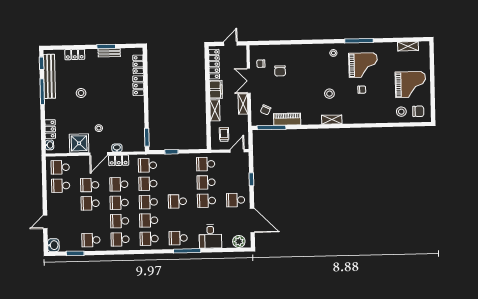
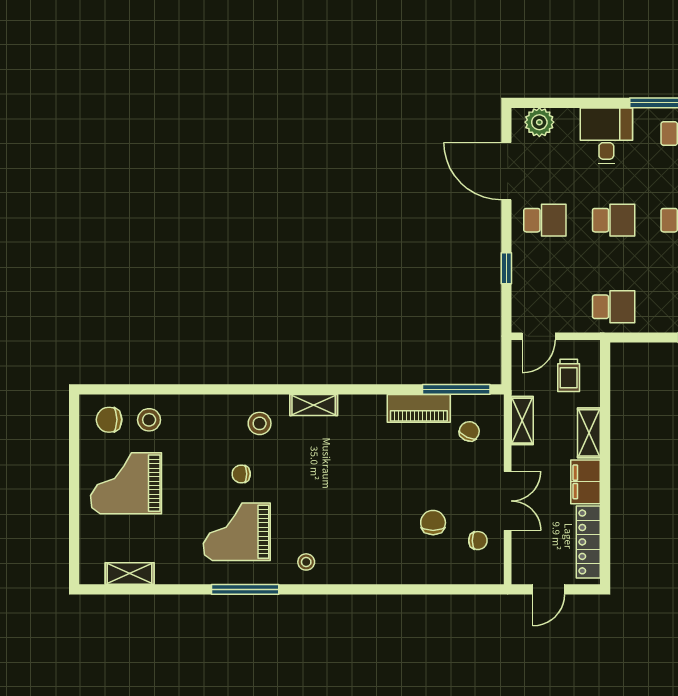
stool: (329, 94) -> (260, 423), moved
shelving: (243, 104) -> (522, 421), moved
school desk: (206, 182) -> (614, 263), removed

